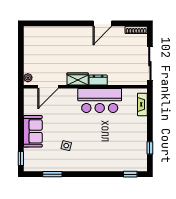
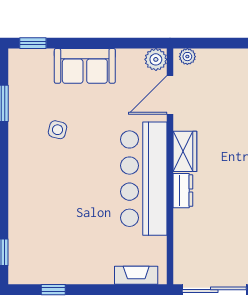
door: (48, 87) -> (170, 95), hinge flipped
plant: (30, 94) -> (156, 59), added
bar counter: (100, 100) -> (144, 179), width x1.36

